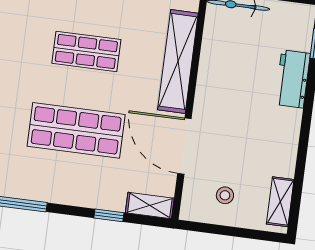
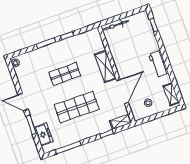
shelving: (178, 61) -> (105, 66), width x0.68
workbench: (293, 79) -> (159, 64), moved
door: (184, 146) -> (122, 92), swing flipped

